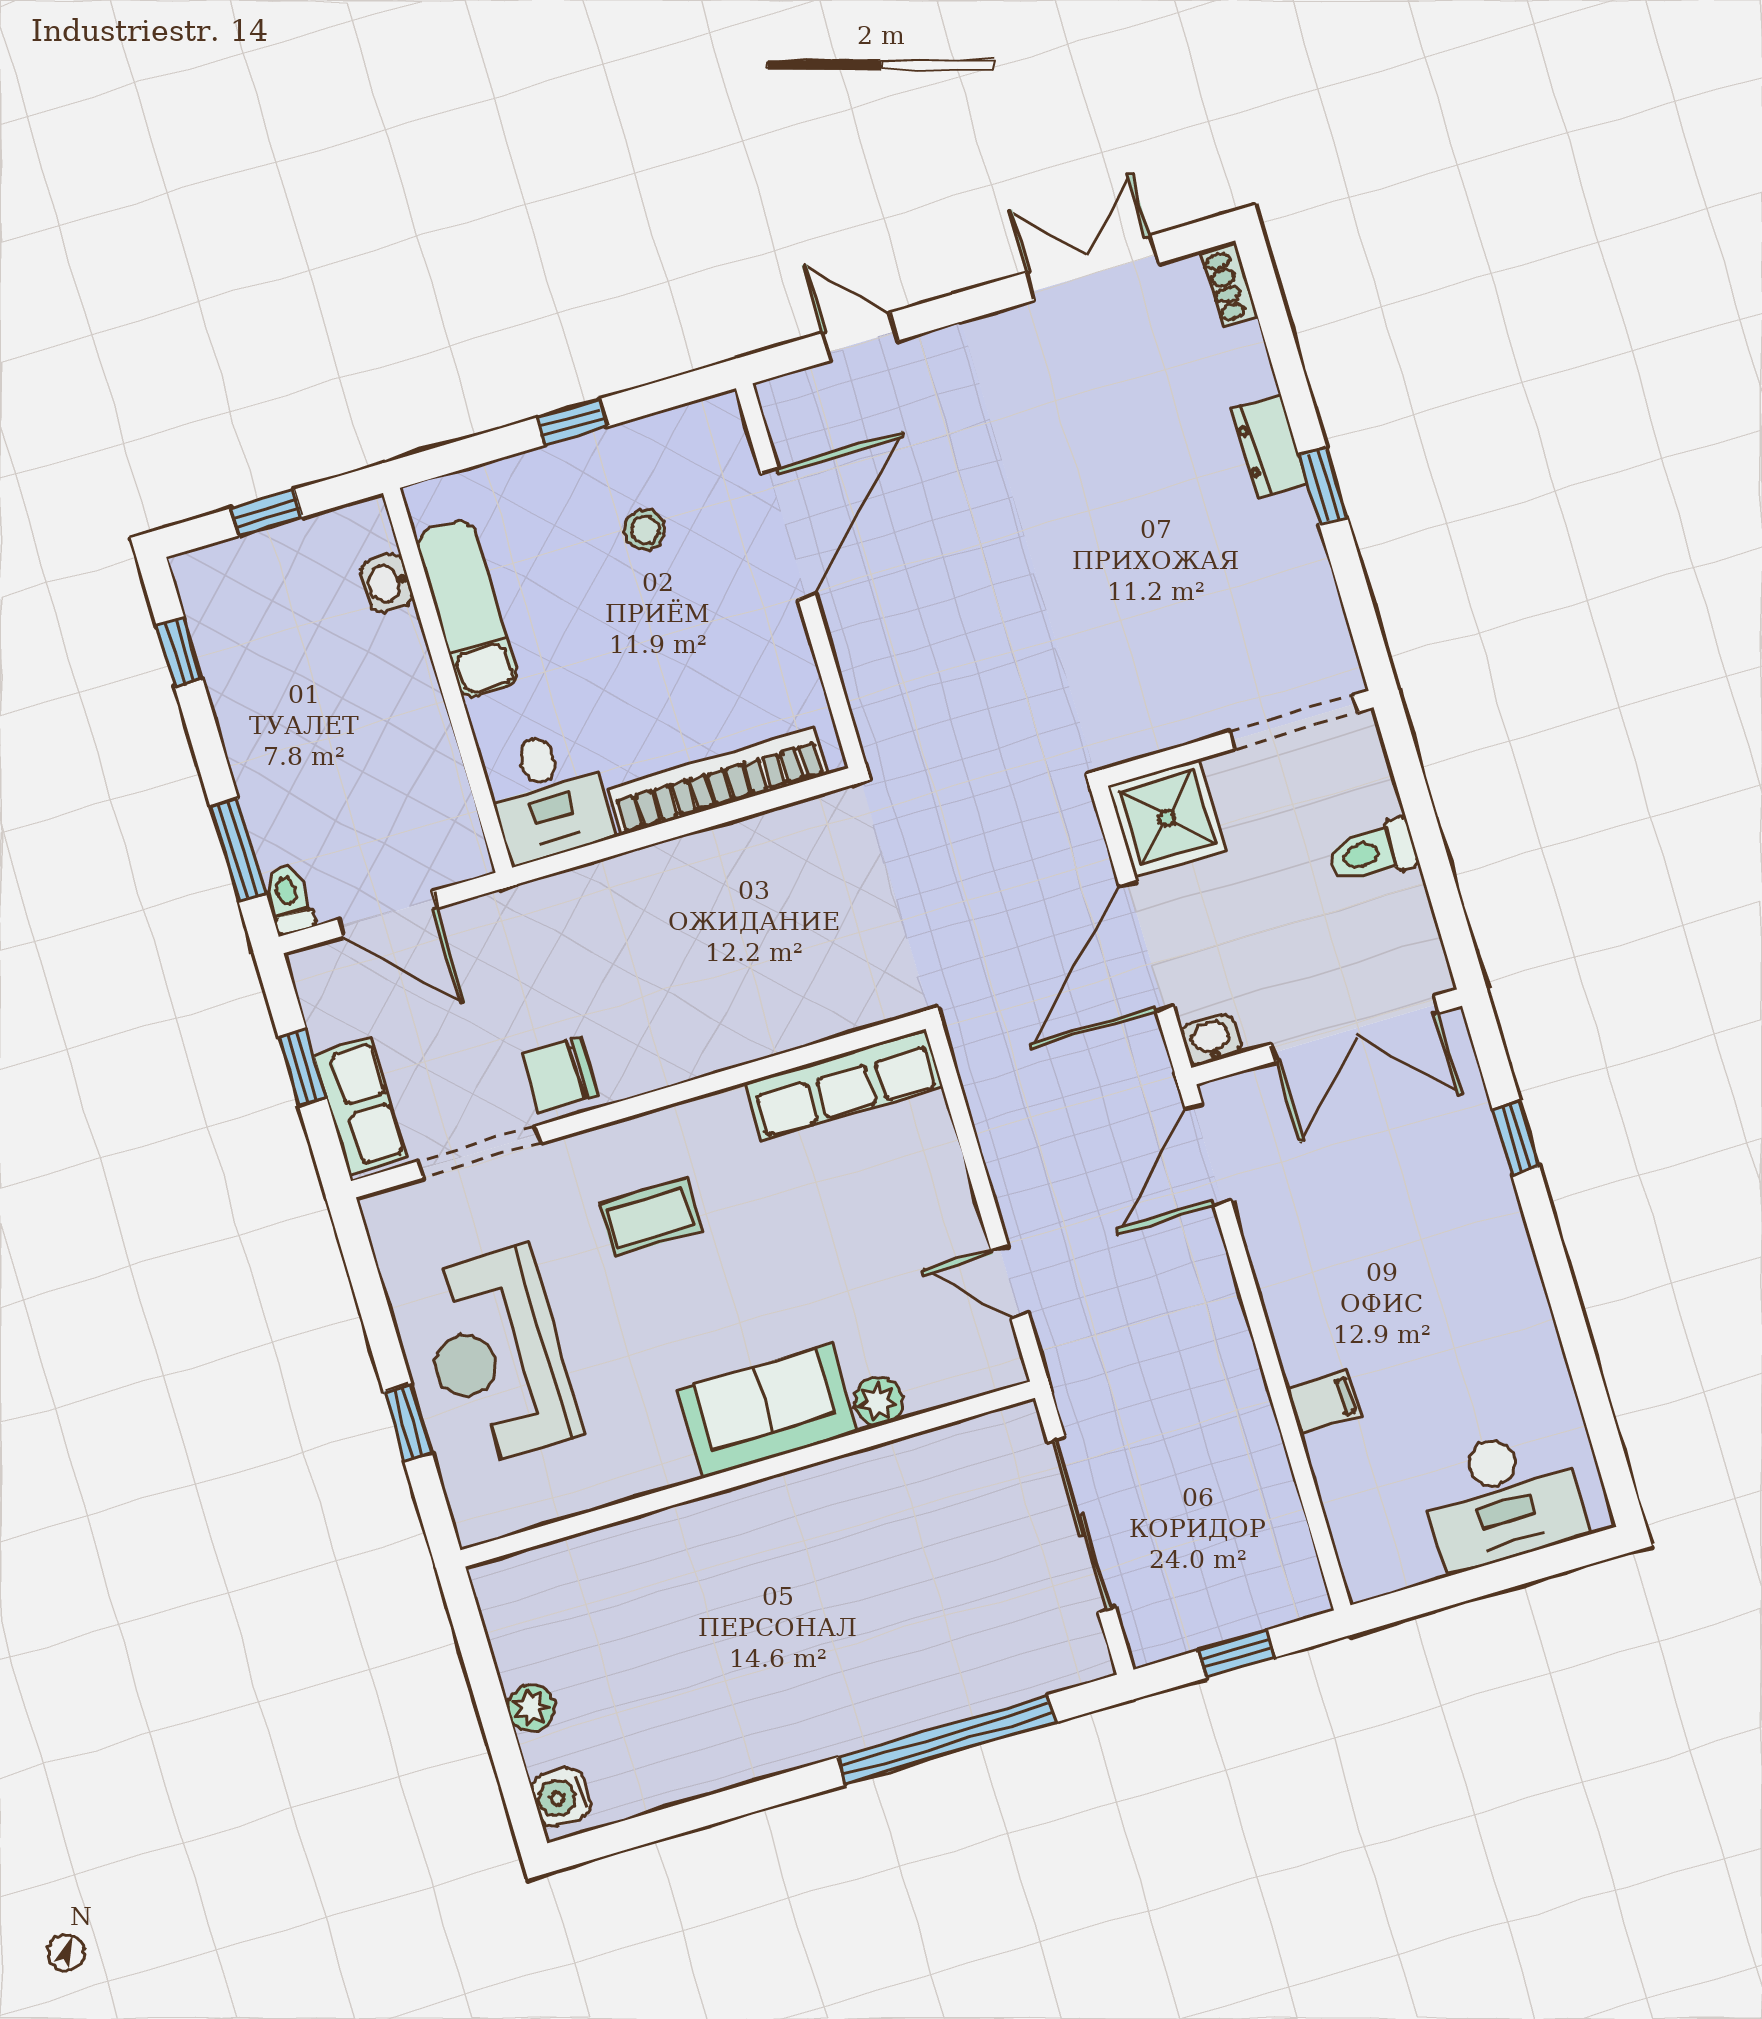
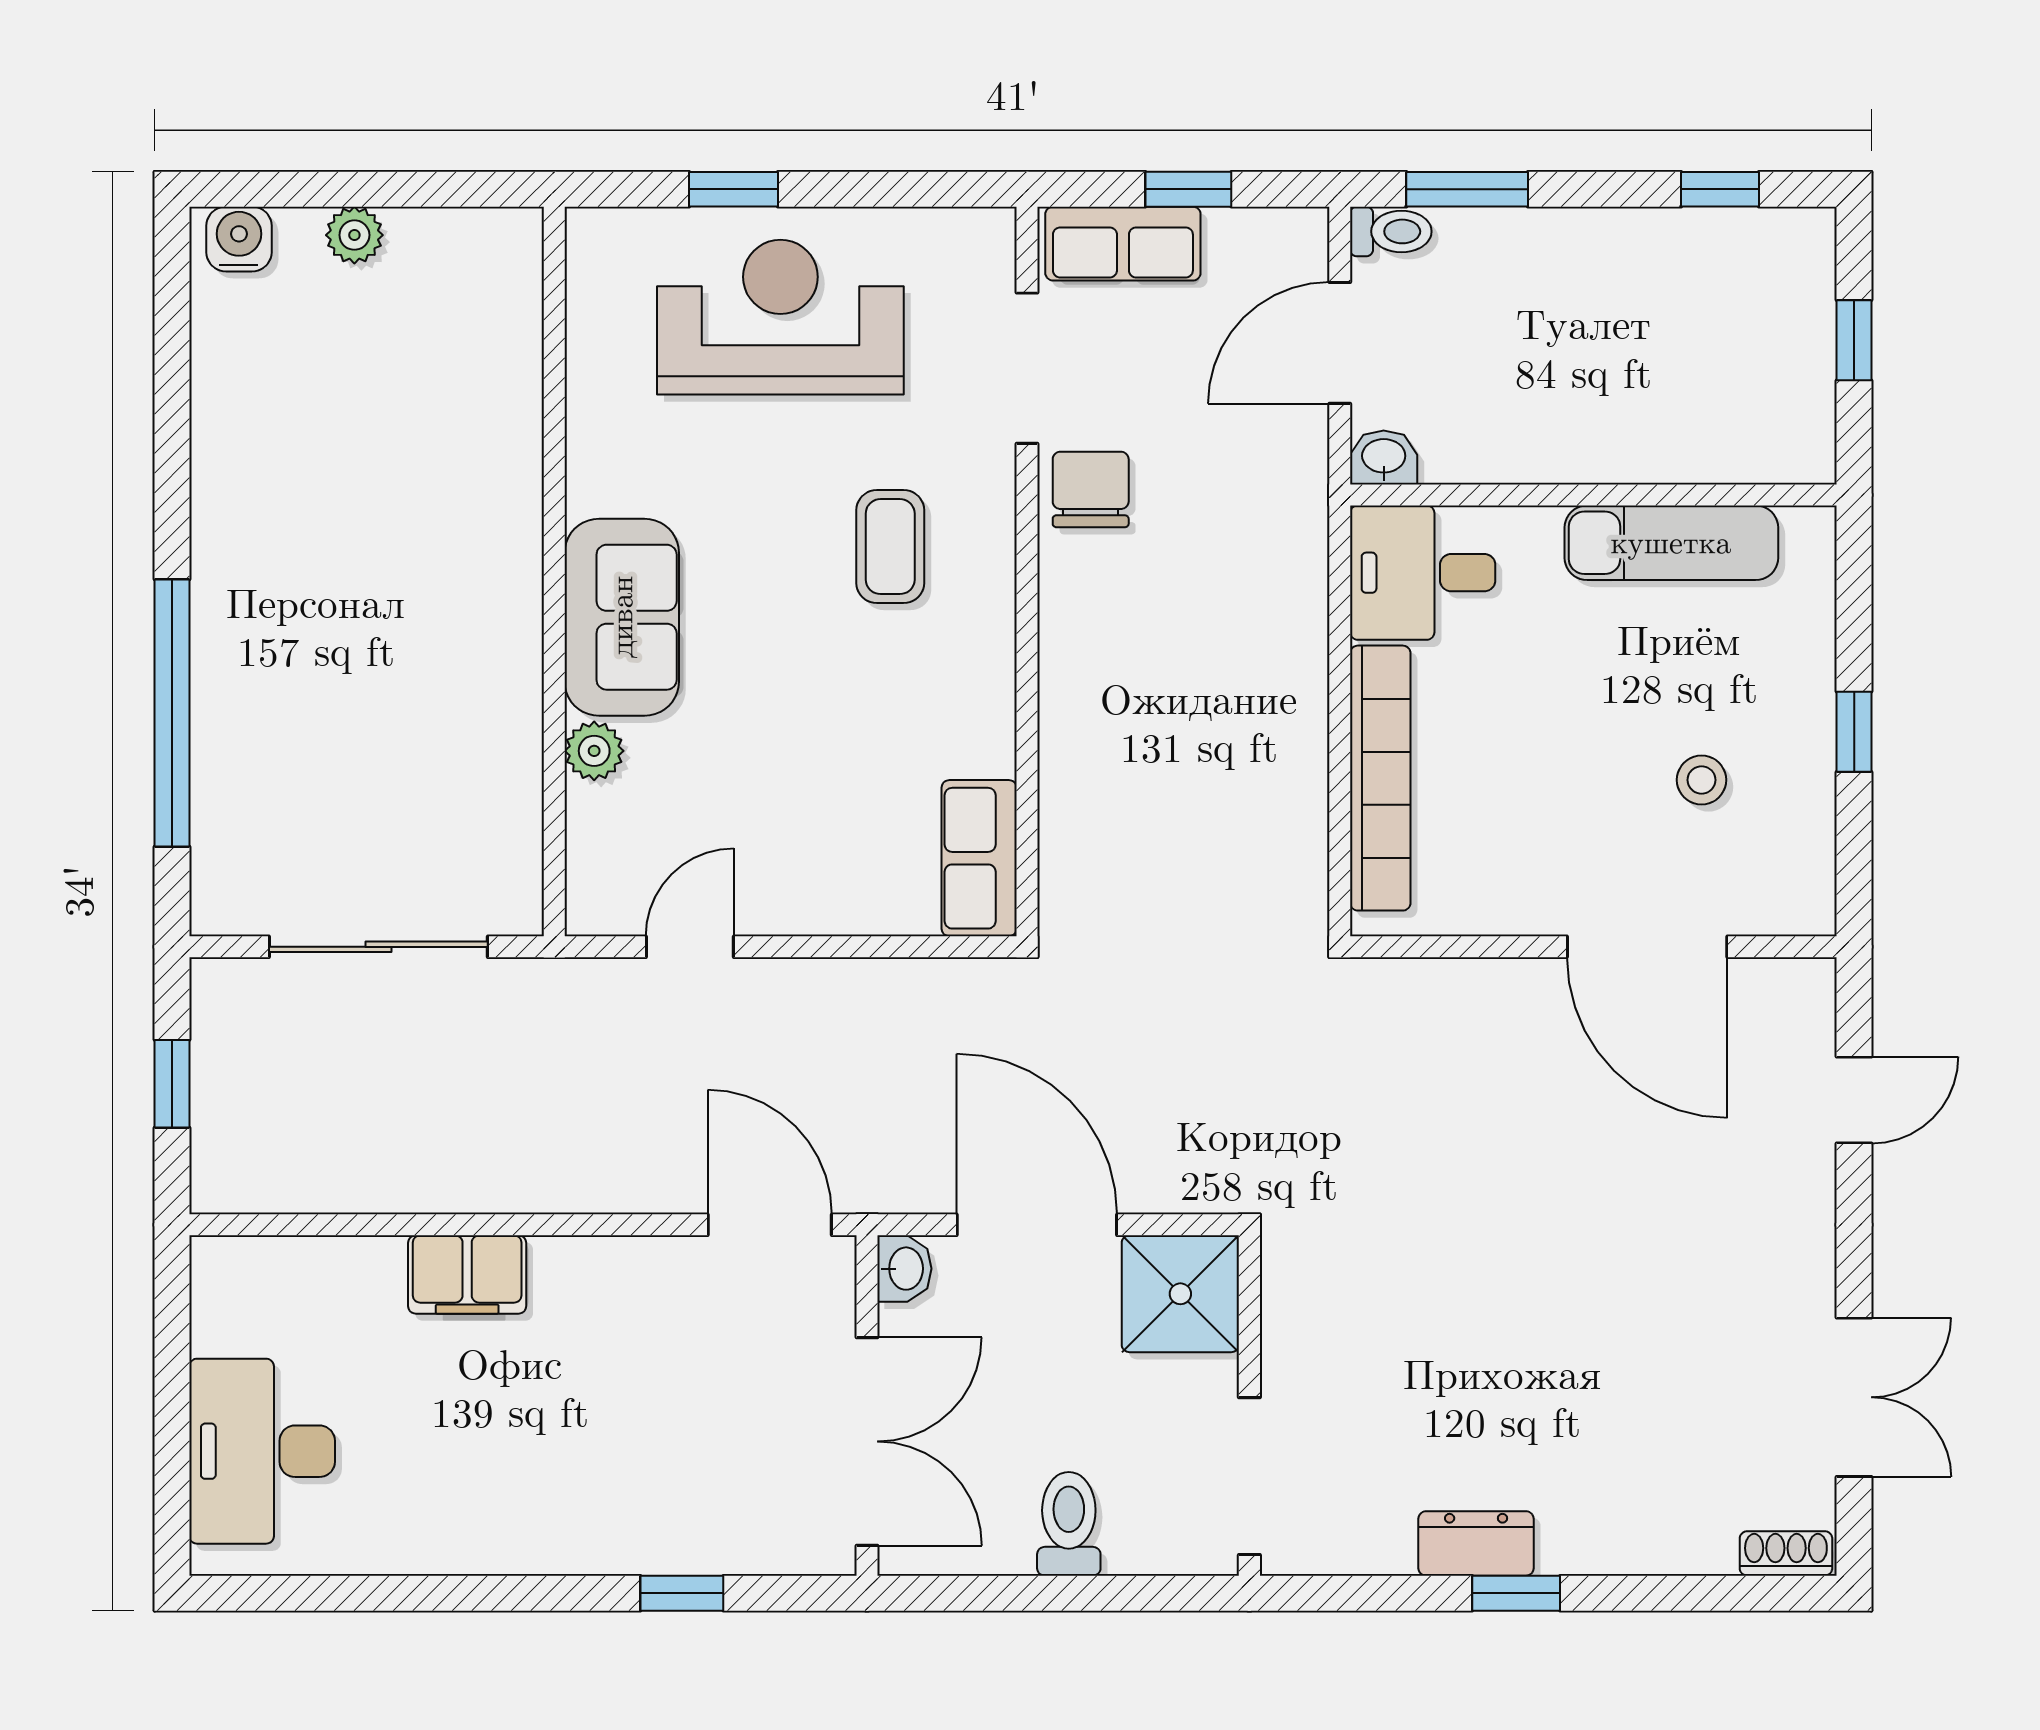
dresser: (1269, 446) -> (1476, 1543), moved
washbasin: (387, 583) -> (1384, 457), moved
double door: (1355, 1029) -> (867, 1441), swing flipped
row of seats: (844, 1085) -> (979, 858), width x0.68
filing cabinet: (1324, 1402) -> (467, 1275), width x2.00

